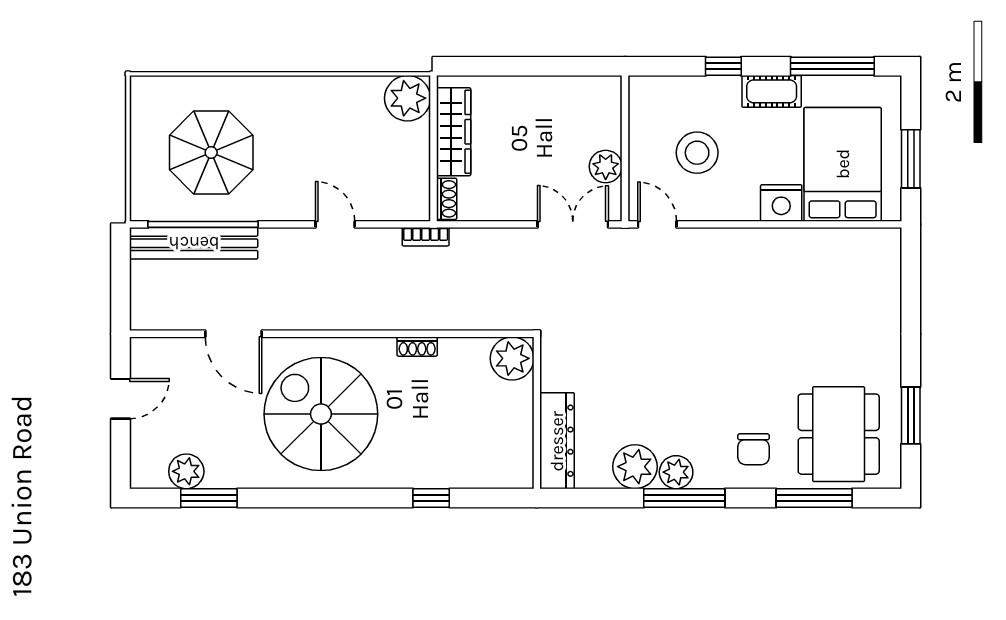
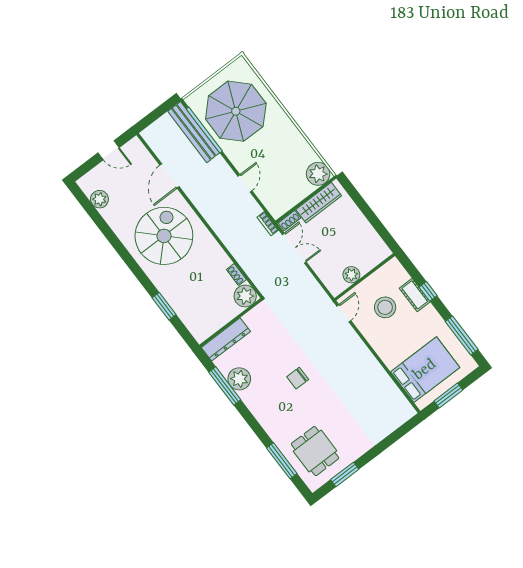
cot: (772, 91) -> (415, 295), moved
parasol: (211, 152) -> (236, 111), width x1.36, depth x1.36
nightstand: (781, 203) -> (391, 357), removed
double door: (573, 224) -> (294, 248), moved
shoe rack: (417, 347) -> (236, 275), moved
dining table: (839, 434) -> (315, 451), width x0.73
chair: (754, 449) -> (298, 378), moved
plant: (676, 472) -> (250, 397), removed
window: (209, 498) -> (96, 216), removed
window: (431, 498) -> (164, 306), width x1.50
window: (684, 498) -> (225, 386), moved

